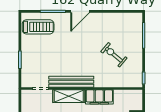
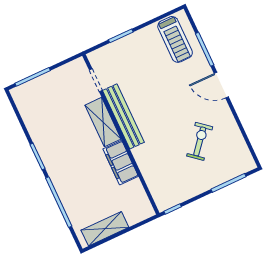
exercise bike: (114, 55) -> (200, 141), moved

